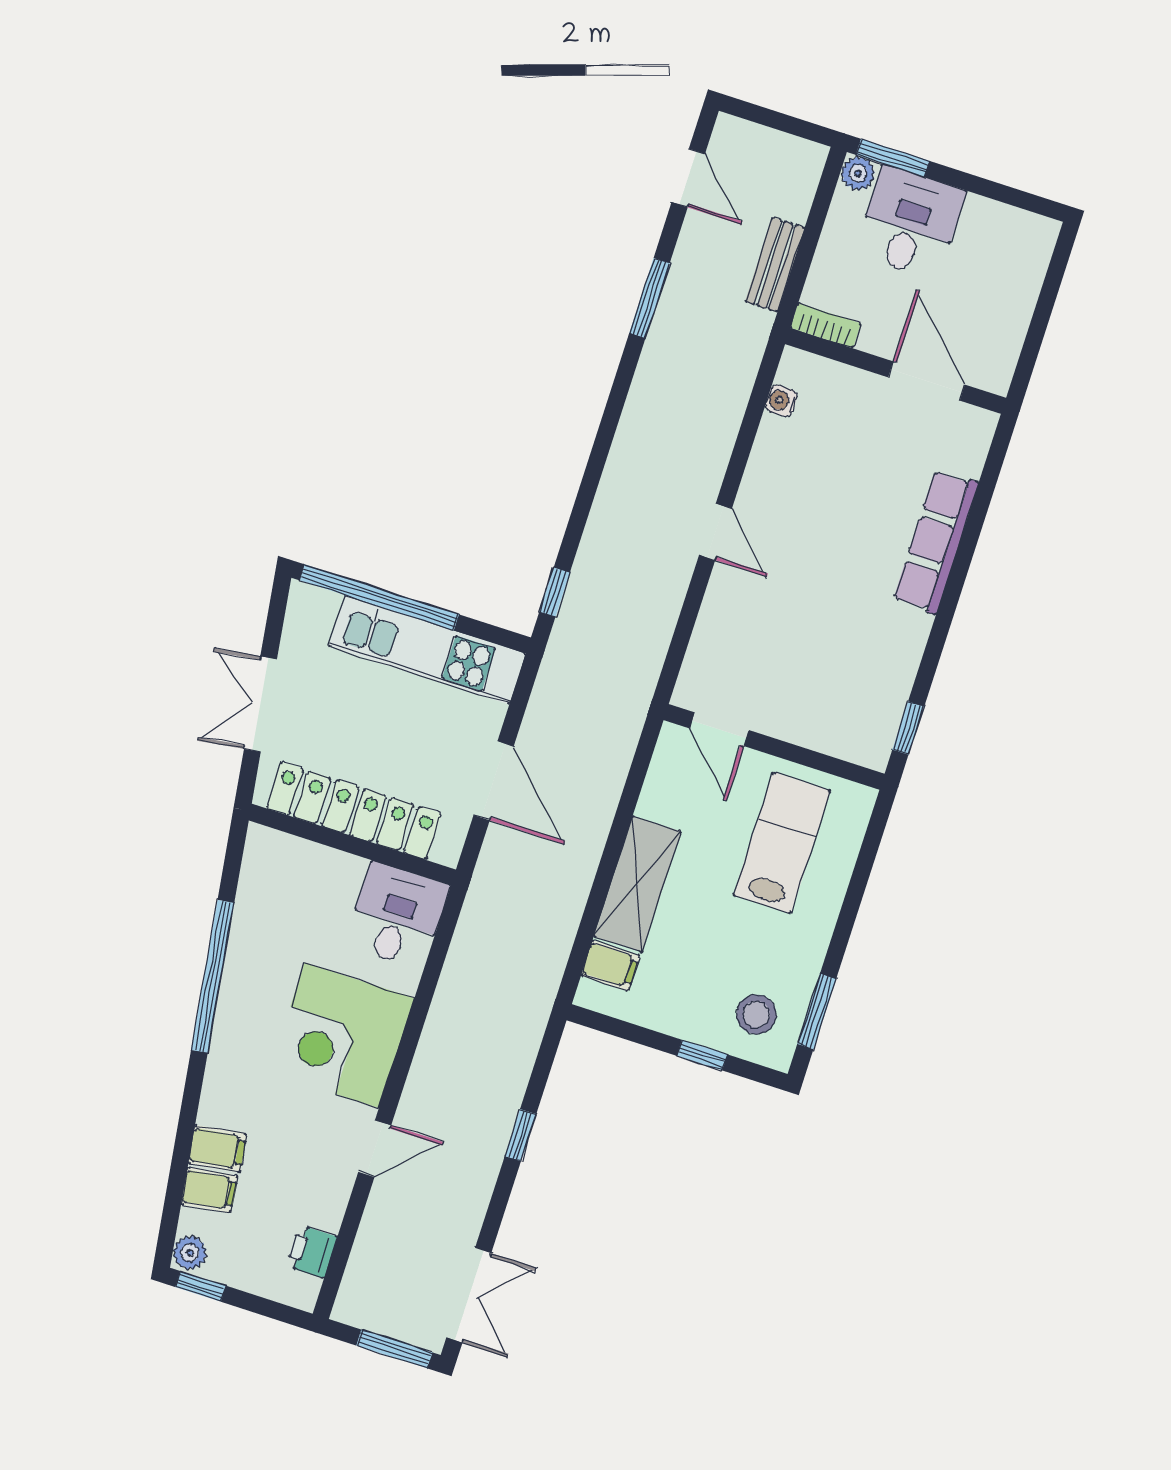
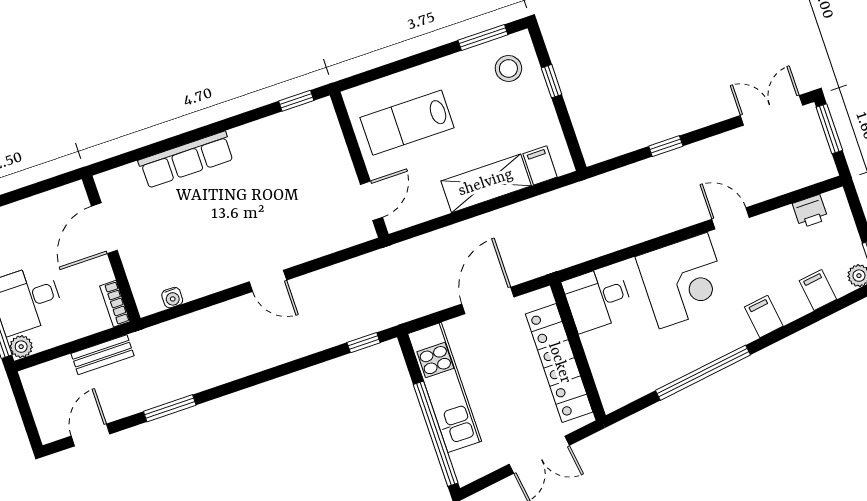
door: (715, 532) -> (268, 281), swing flipped
filing cabinet: (217, 1149) -> (764, 317), moved

